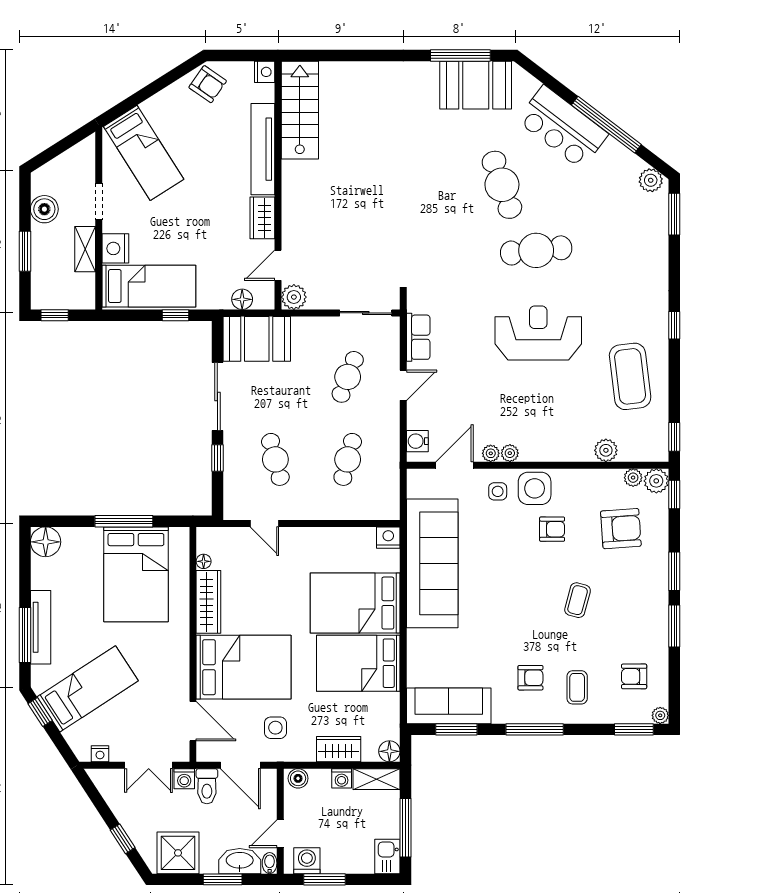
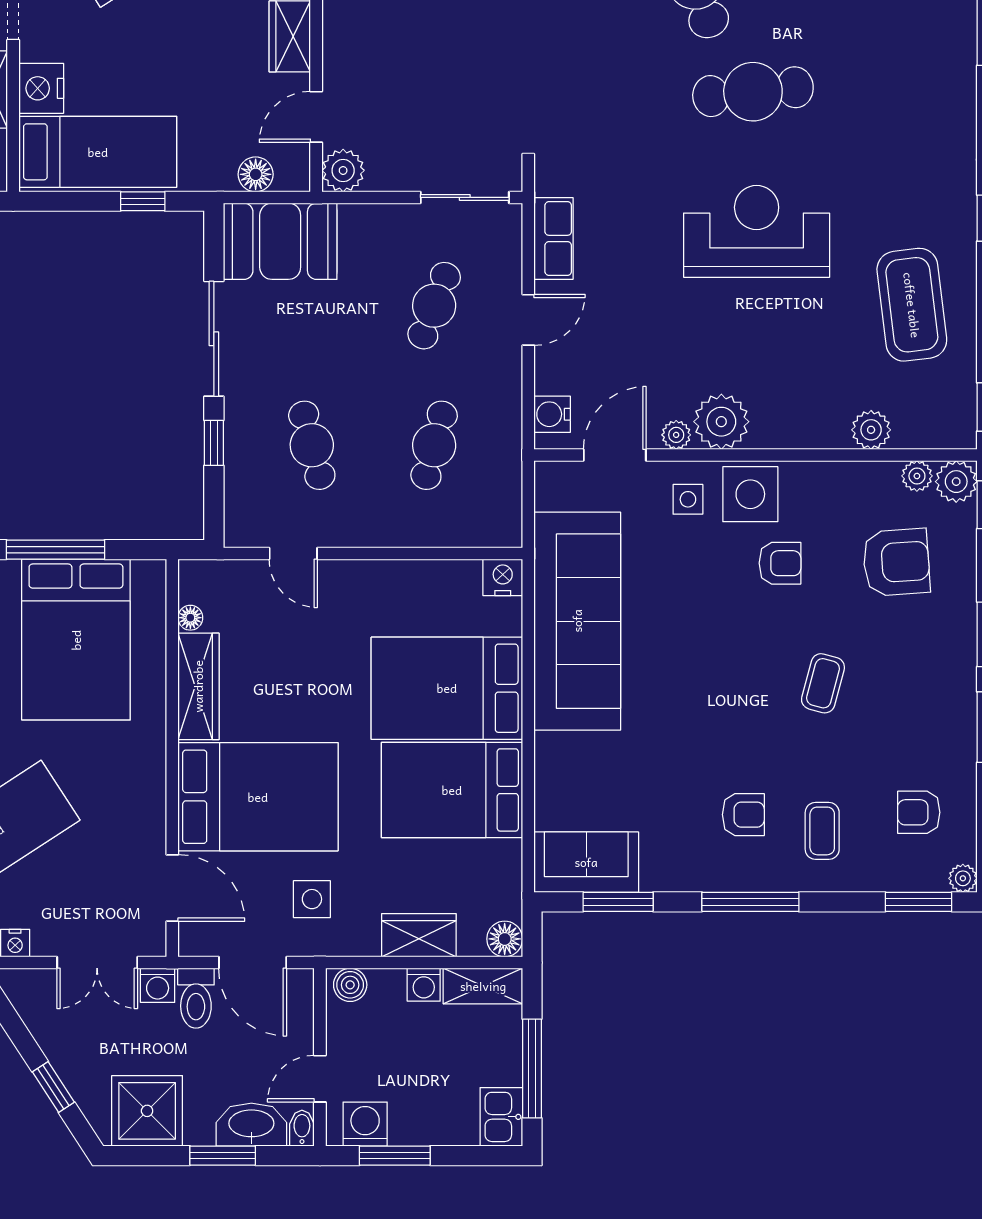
plant: (510, 453) -> (721, 422), width x1.87, depth x1.87
sofa: (449, 706) -> (586, 862), width x0.73

